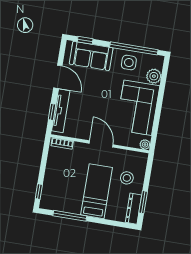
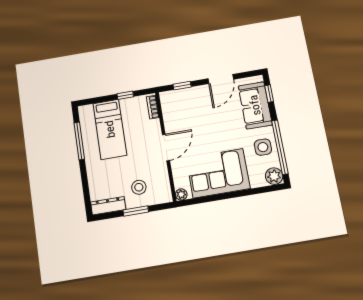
plant: (154, 76) -> (274, 176), moved
tv unit: (61, 111) -> (186, 94), removed
bed: (97, 191) -> (110, 129), moved, turned 90
window: (39, 192) -> (125, 95), moved
window: (143, 202) -> (136, 211), moved

